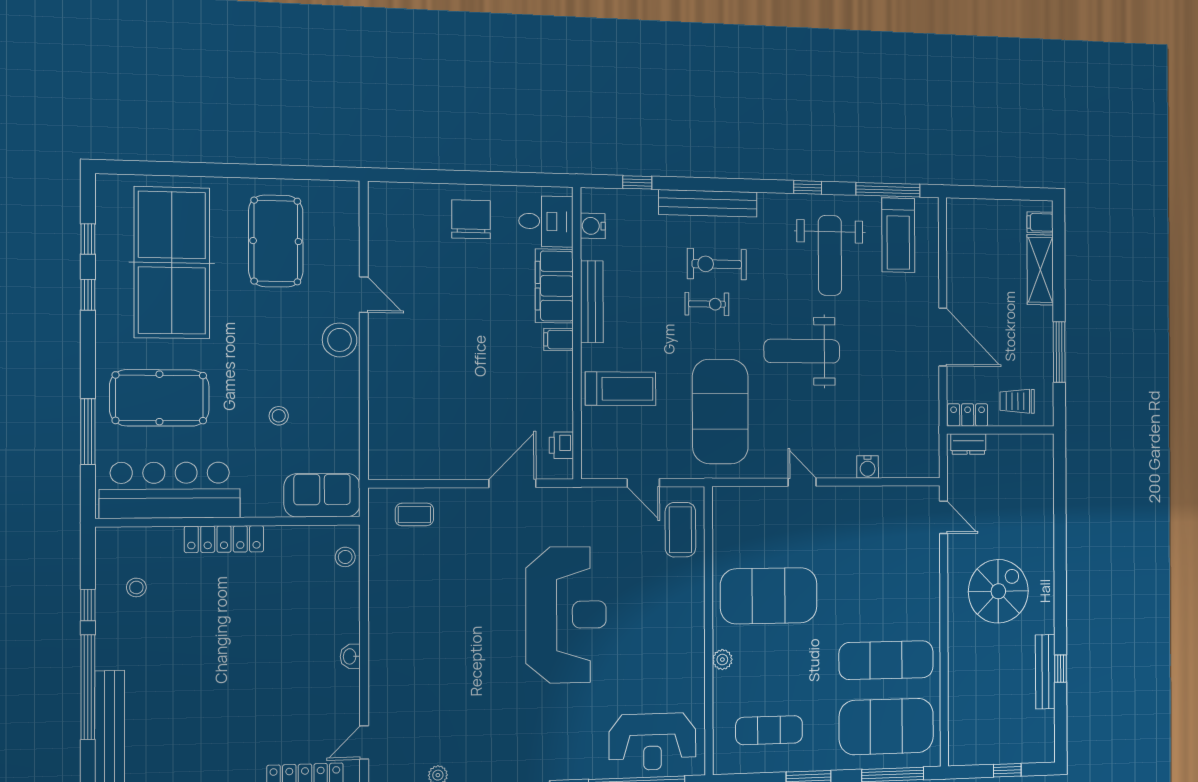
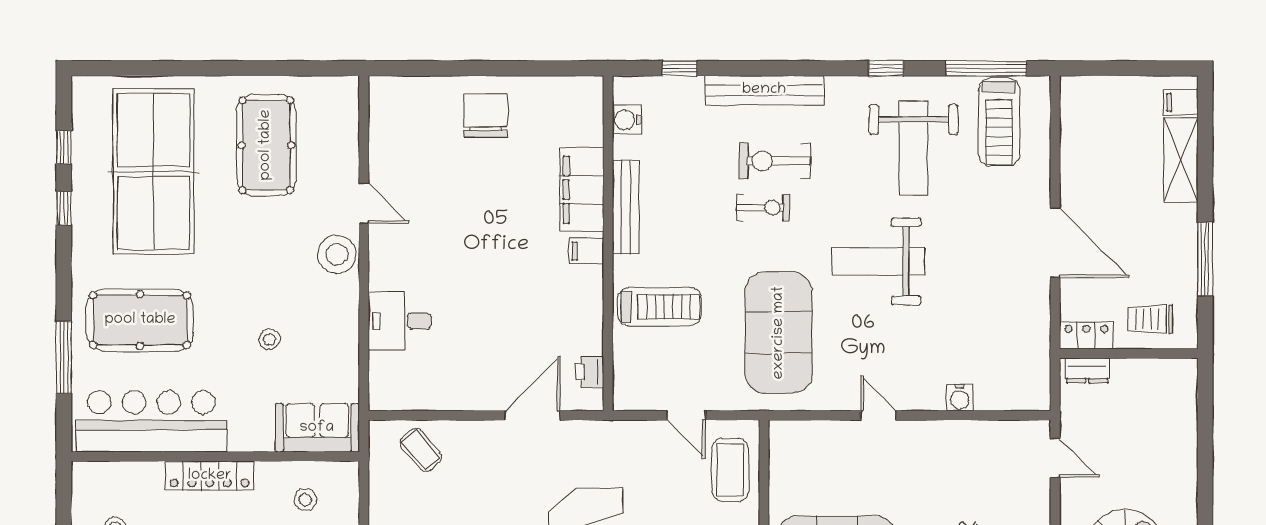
desk: (546, 221) -> (400, 321), moved, turned 180
coffee table: (414, 514) -> (421, 450), turned 50
stool: (345, 557) -> (305, 500), moved

